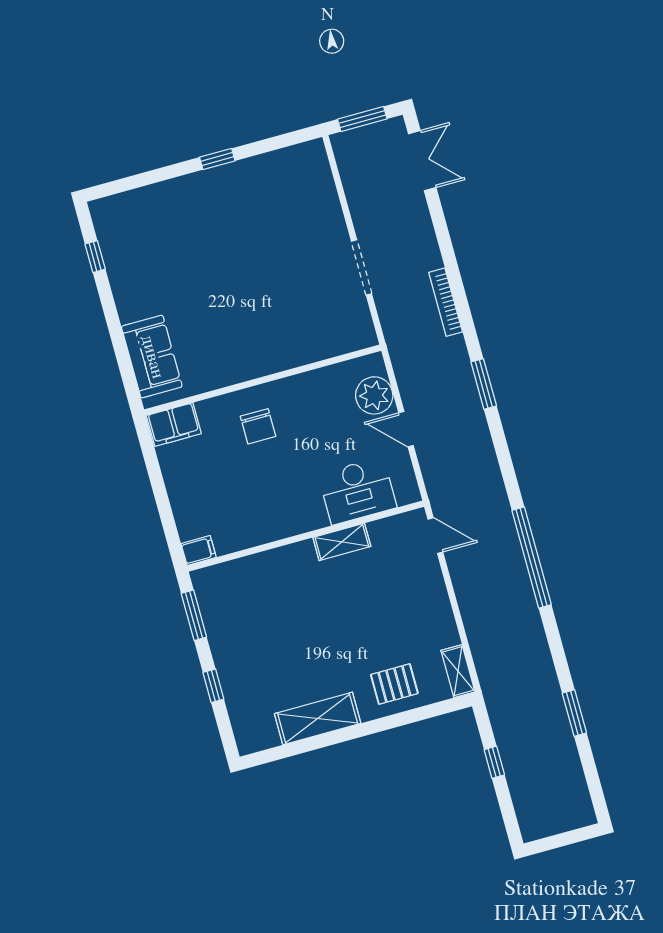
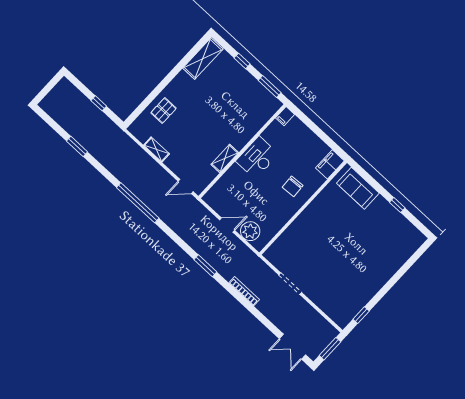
window: (217, 159) -> (361, 315), moved
window: (95, 257) -> (397, 205), moved
chair: (258, 426) -> (293, 186), turned -93
desk: (357, 491) -> (257, 158), moved
shelving: (458, 671) -> (157, 150), moved
shelving: (318, 718) -> (203, 59), moved

